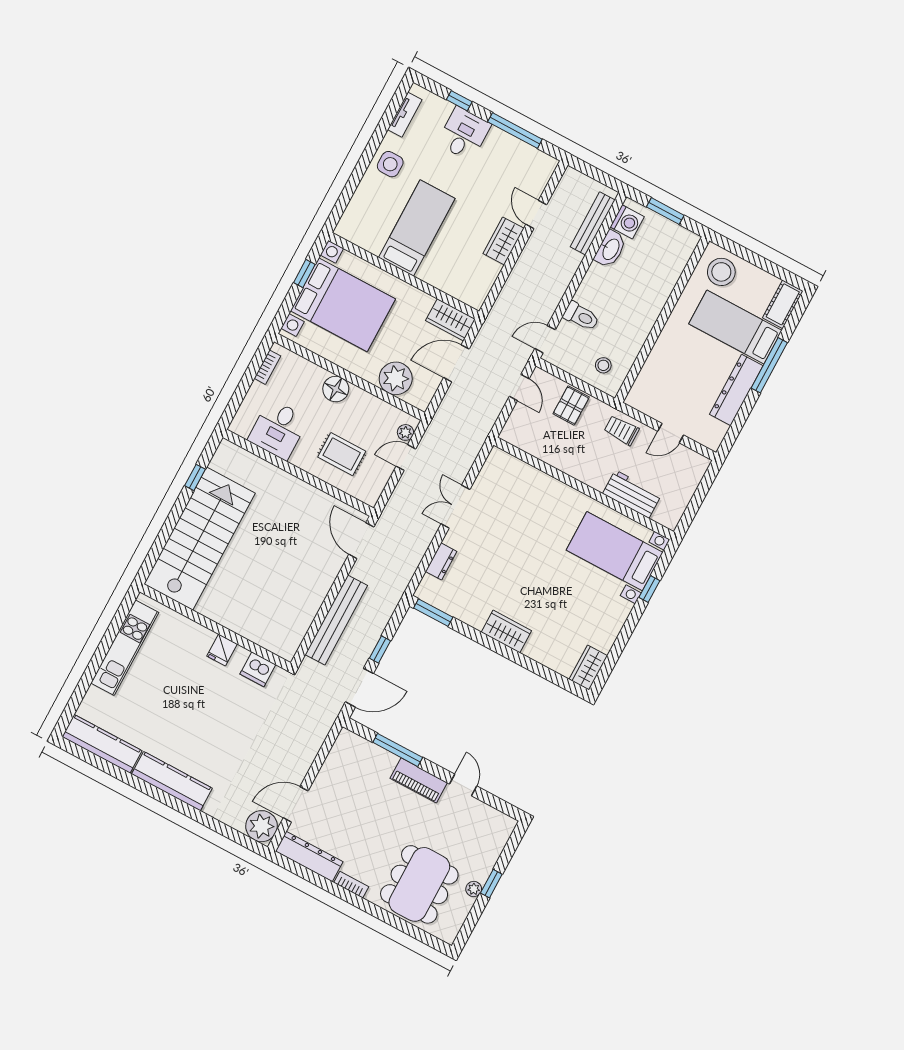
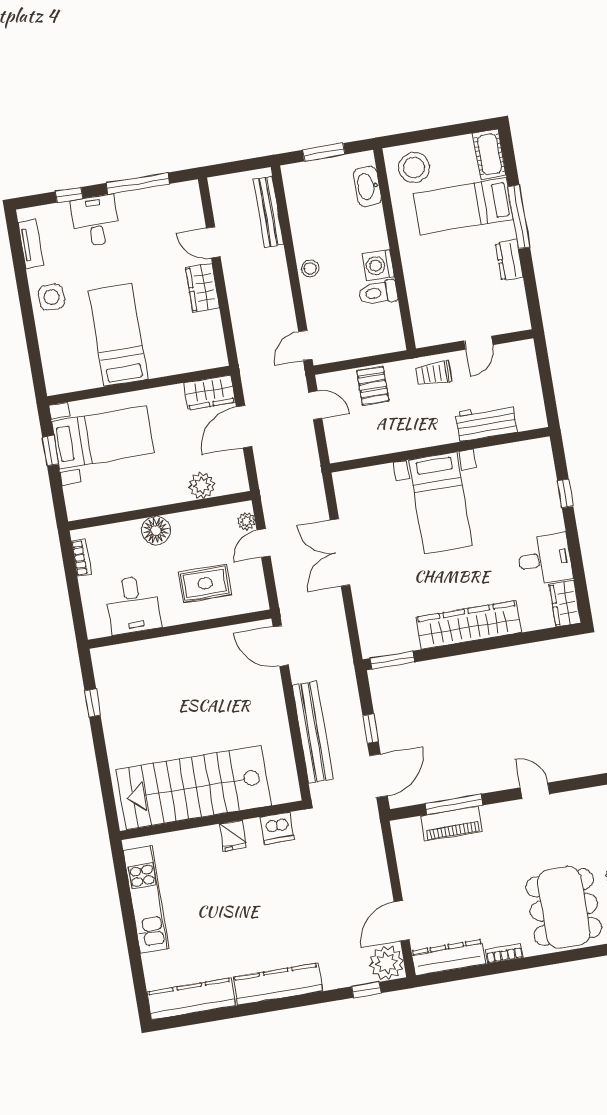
washing machine: (627, 222) -> (378, 265), moved, turned 180
washbasin: (610, 249) -> (367, 186), moved, turned 180
bed with nightstands: (343, 305) -> (103, 438), width x0.73
toilet: (581, 316) -> (378, 293), moved, turned 180
stool: (603, 365) -> (310, 268), moved
plant: (396, 378) -> (202, 486), width x0.73, depth x0.73
dresser: (736, 390) -> (509, 260), width x0.51, depth x0.80
double door: (455, 507) -> (340, 552), width x1.37
stairs: (200, 539) -> (194, 788), moved, turned -90
bed with nightstands: (615, 551) -> (441, 503), moved, turned -90
dresser: (441, 561) -> (365, 610), removed
desk: (598, 625) -> (545, 559), added
wardrobe: (506, 631) -> (469, 625), width x2.10, depth x1.17
piano: (419, 780) -> (452, 824), moved
window: (232, 834) -> (366, 990), added

